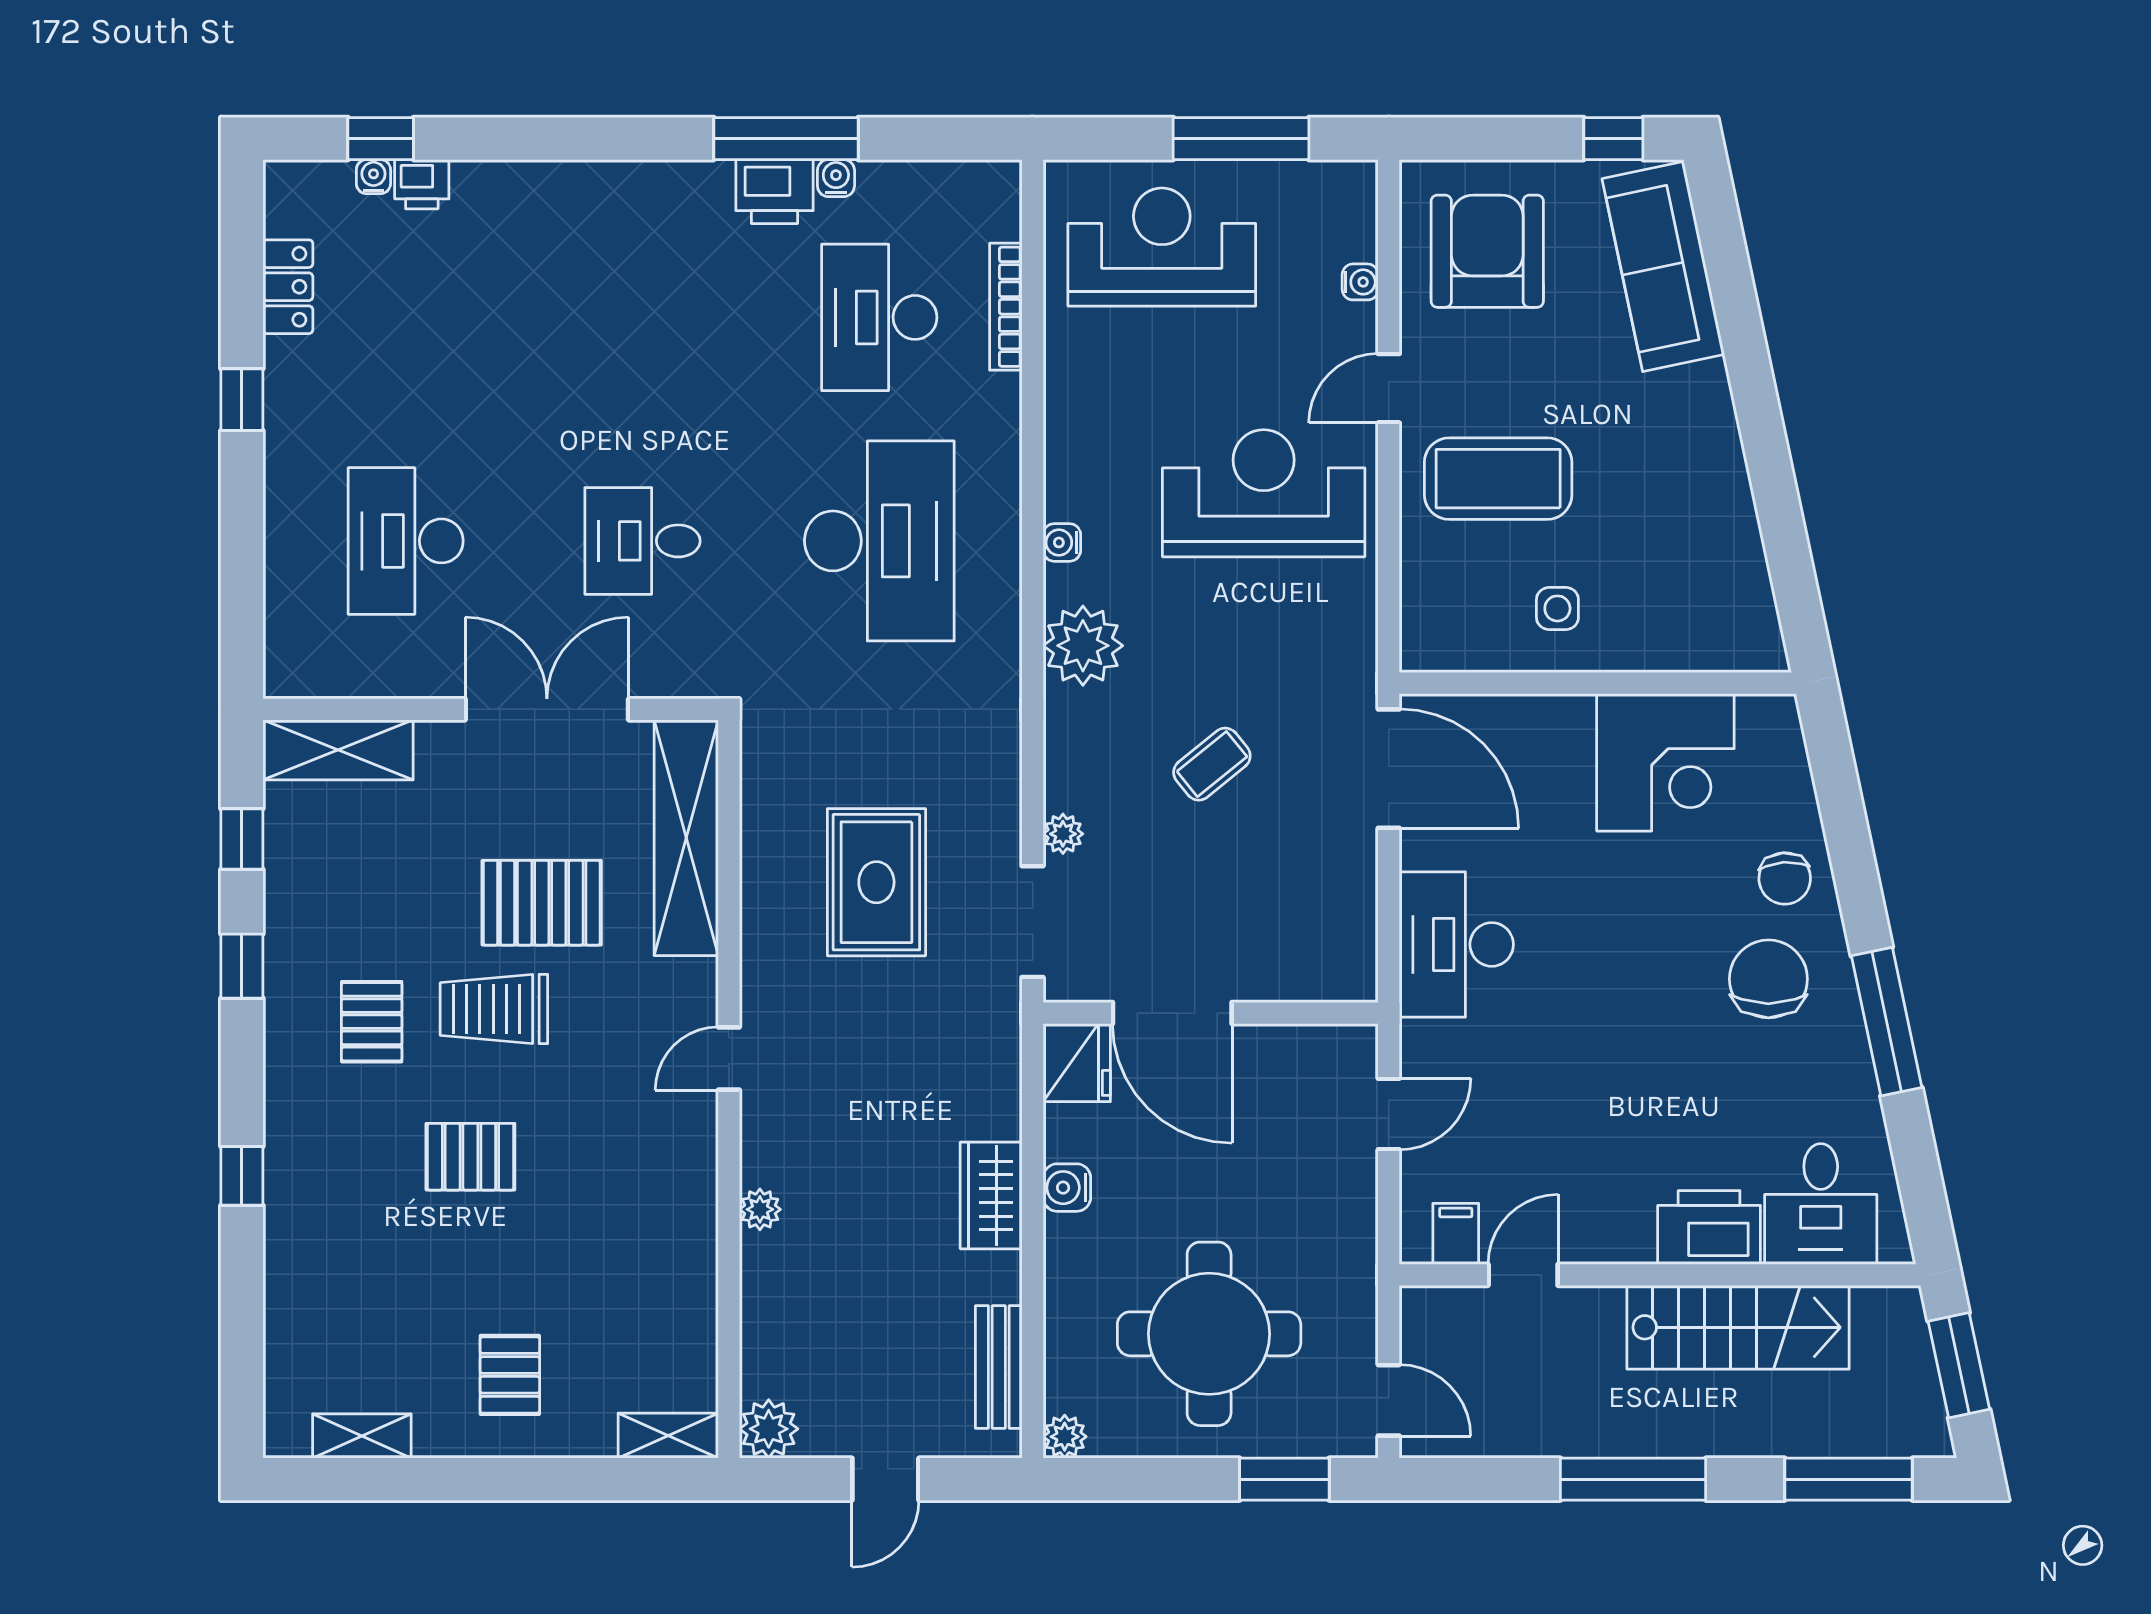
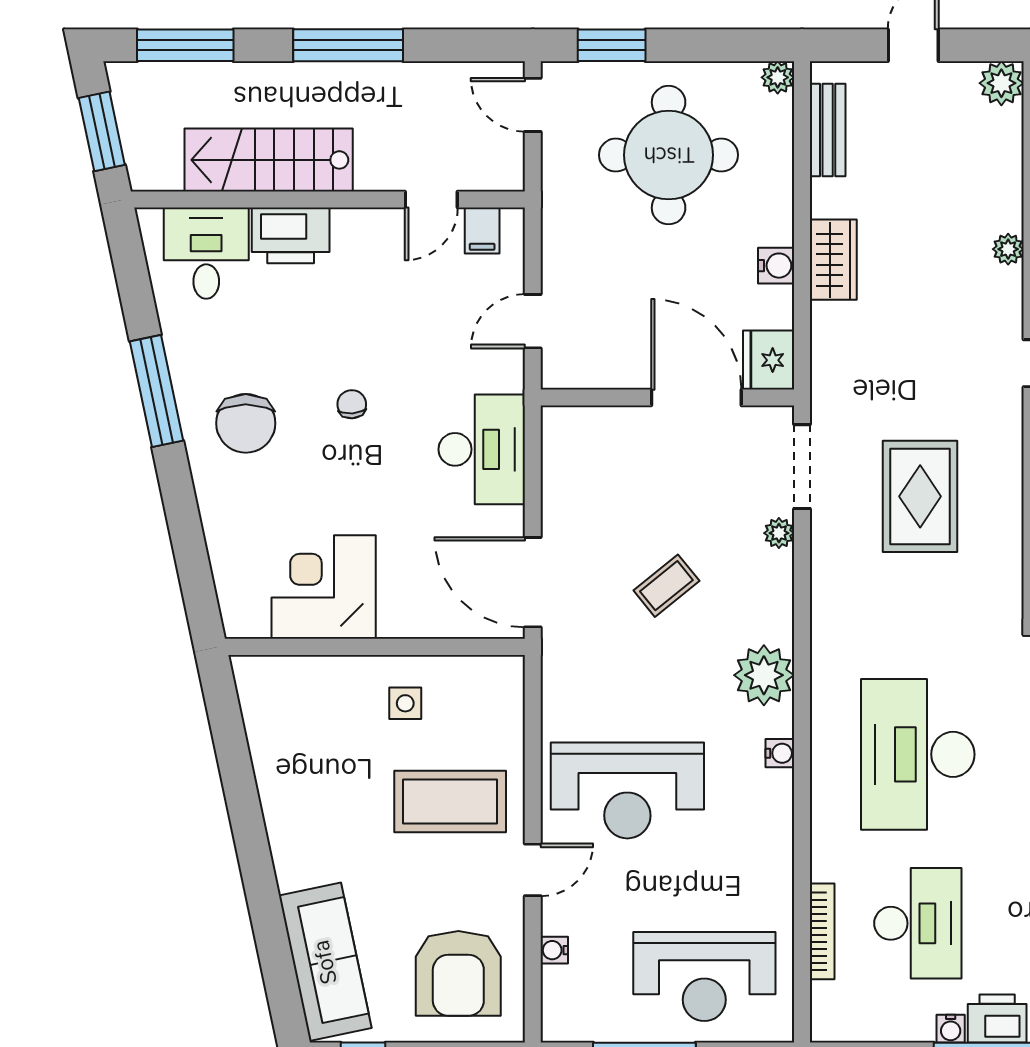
chair: (1785, 878) -> (352, 404), moved, width x0.73, depth x0.73

